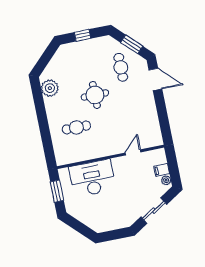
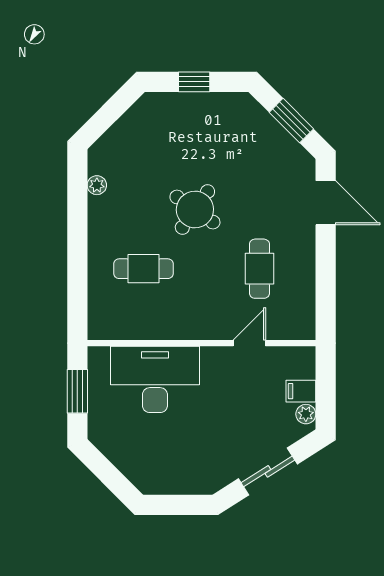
cafe table: (121, 67) -> (259, 269), moved
plant: (50, 88) -> (97, 185), width x0.53, depth x0.53
round table: (95, 95) -> (195, 210), turned 35

